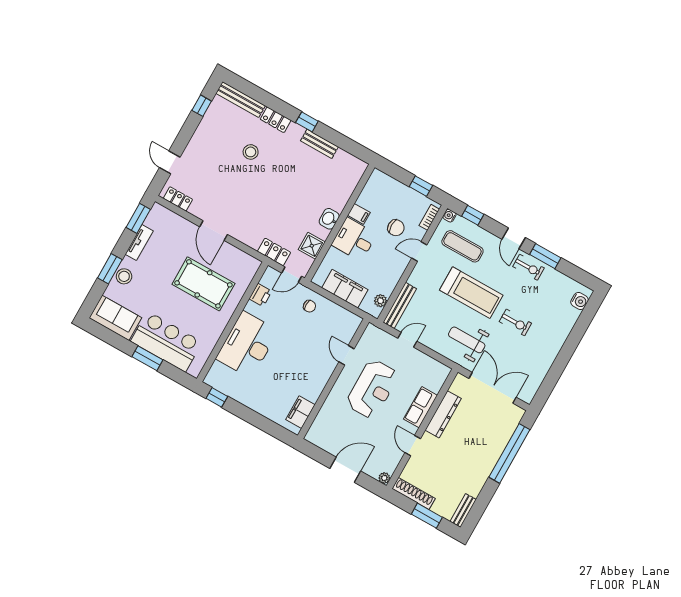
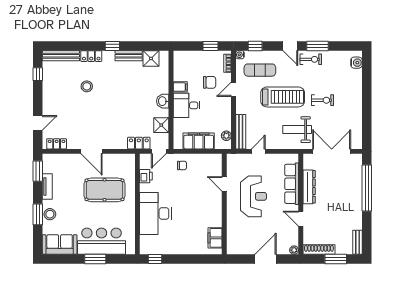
door: (170, 162) -> (38, 123), swing flipped
shower: (344, 162) -> (151, 58), added
row of seats: (420, 407) -> (292, 184), width x1.48

